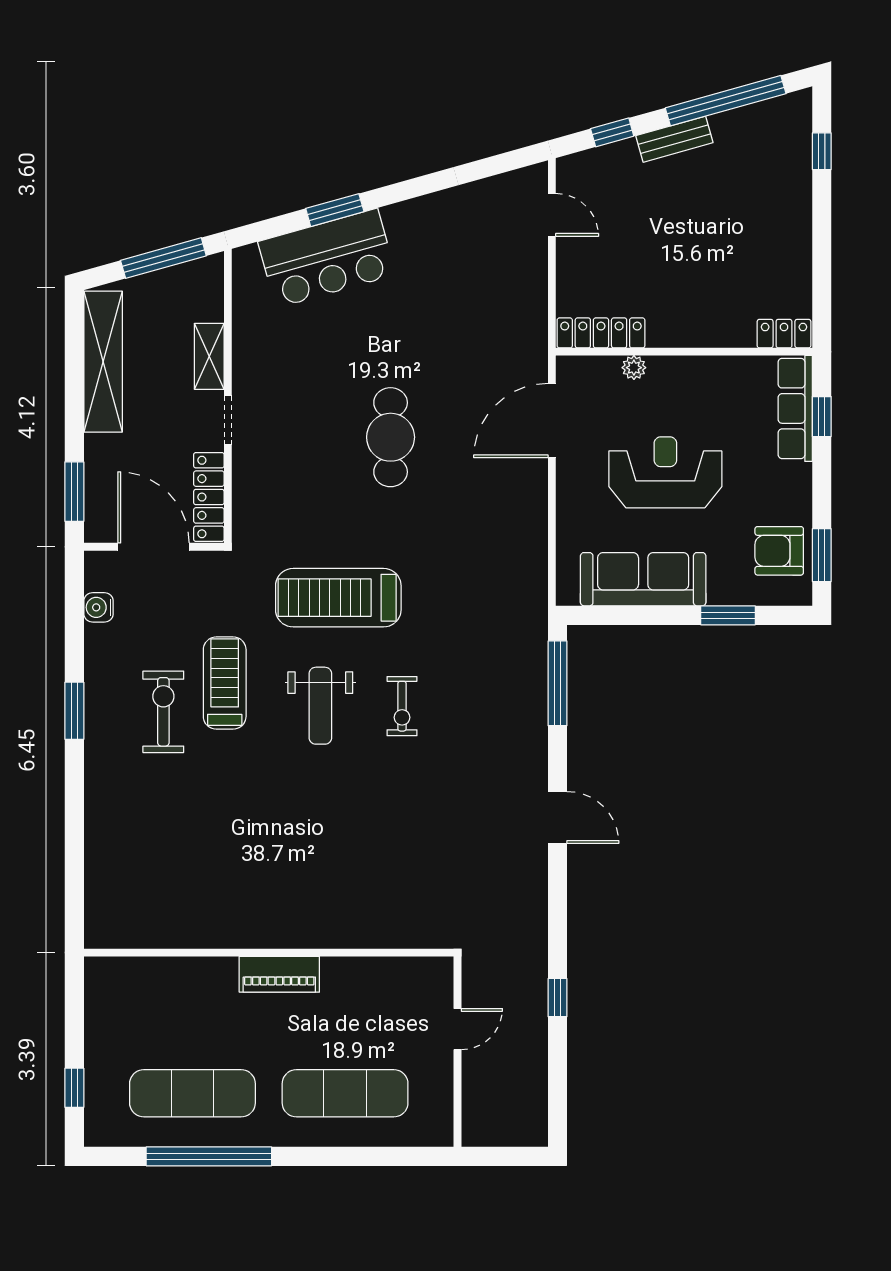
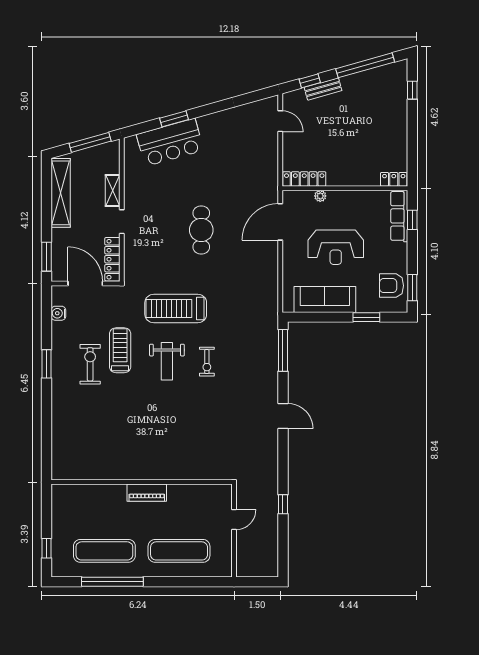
bench: (674, 139) -> (323, 89), moved
reception desk: (665, 472) -> (336, 247), turned 180

